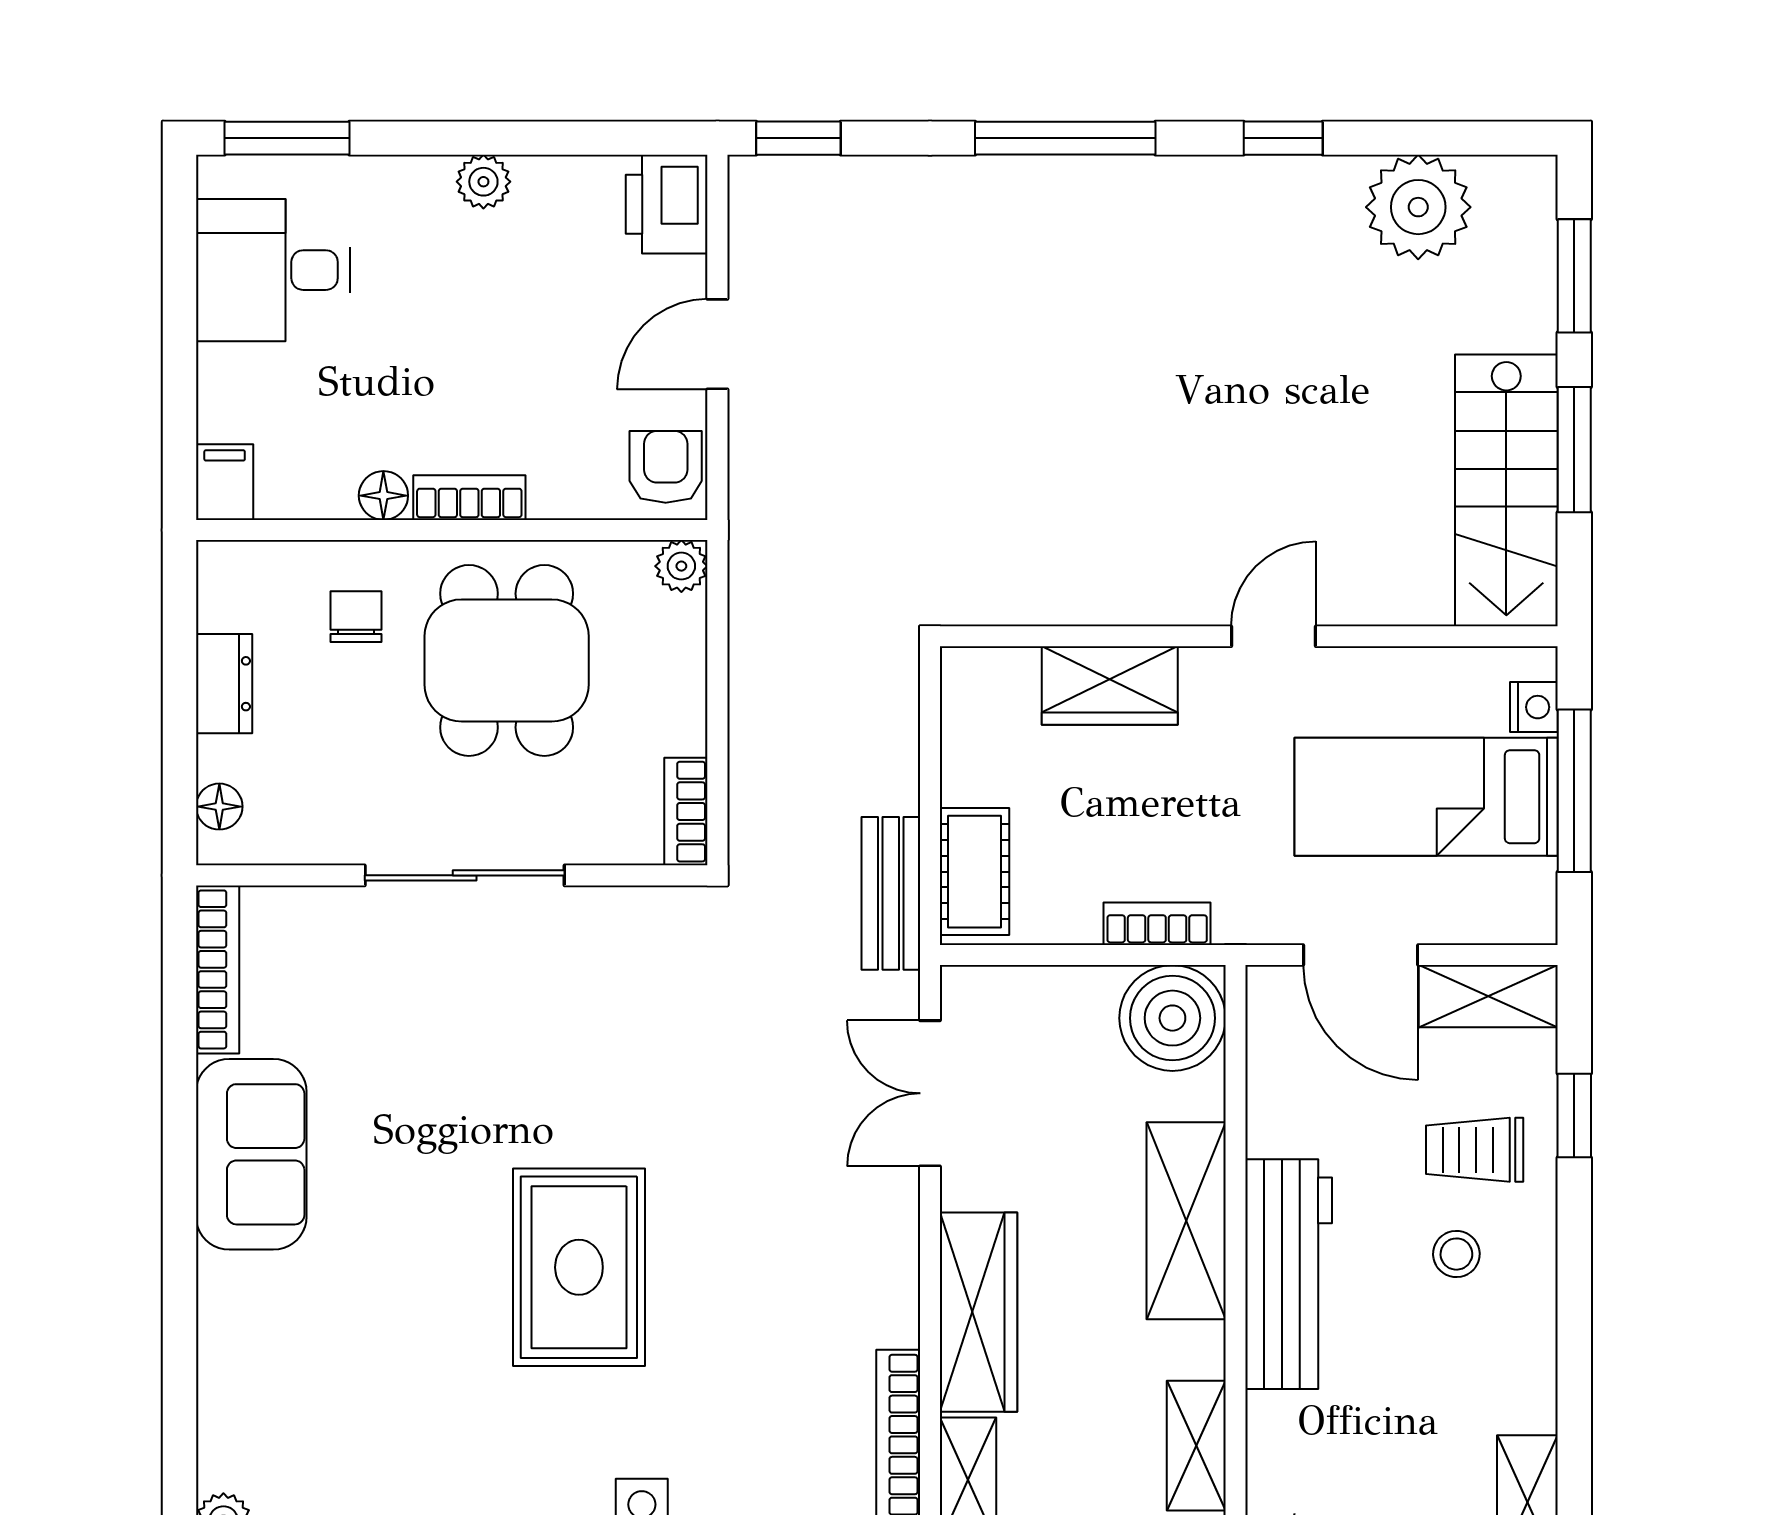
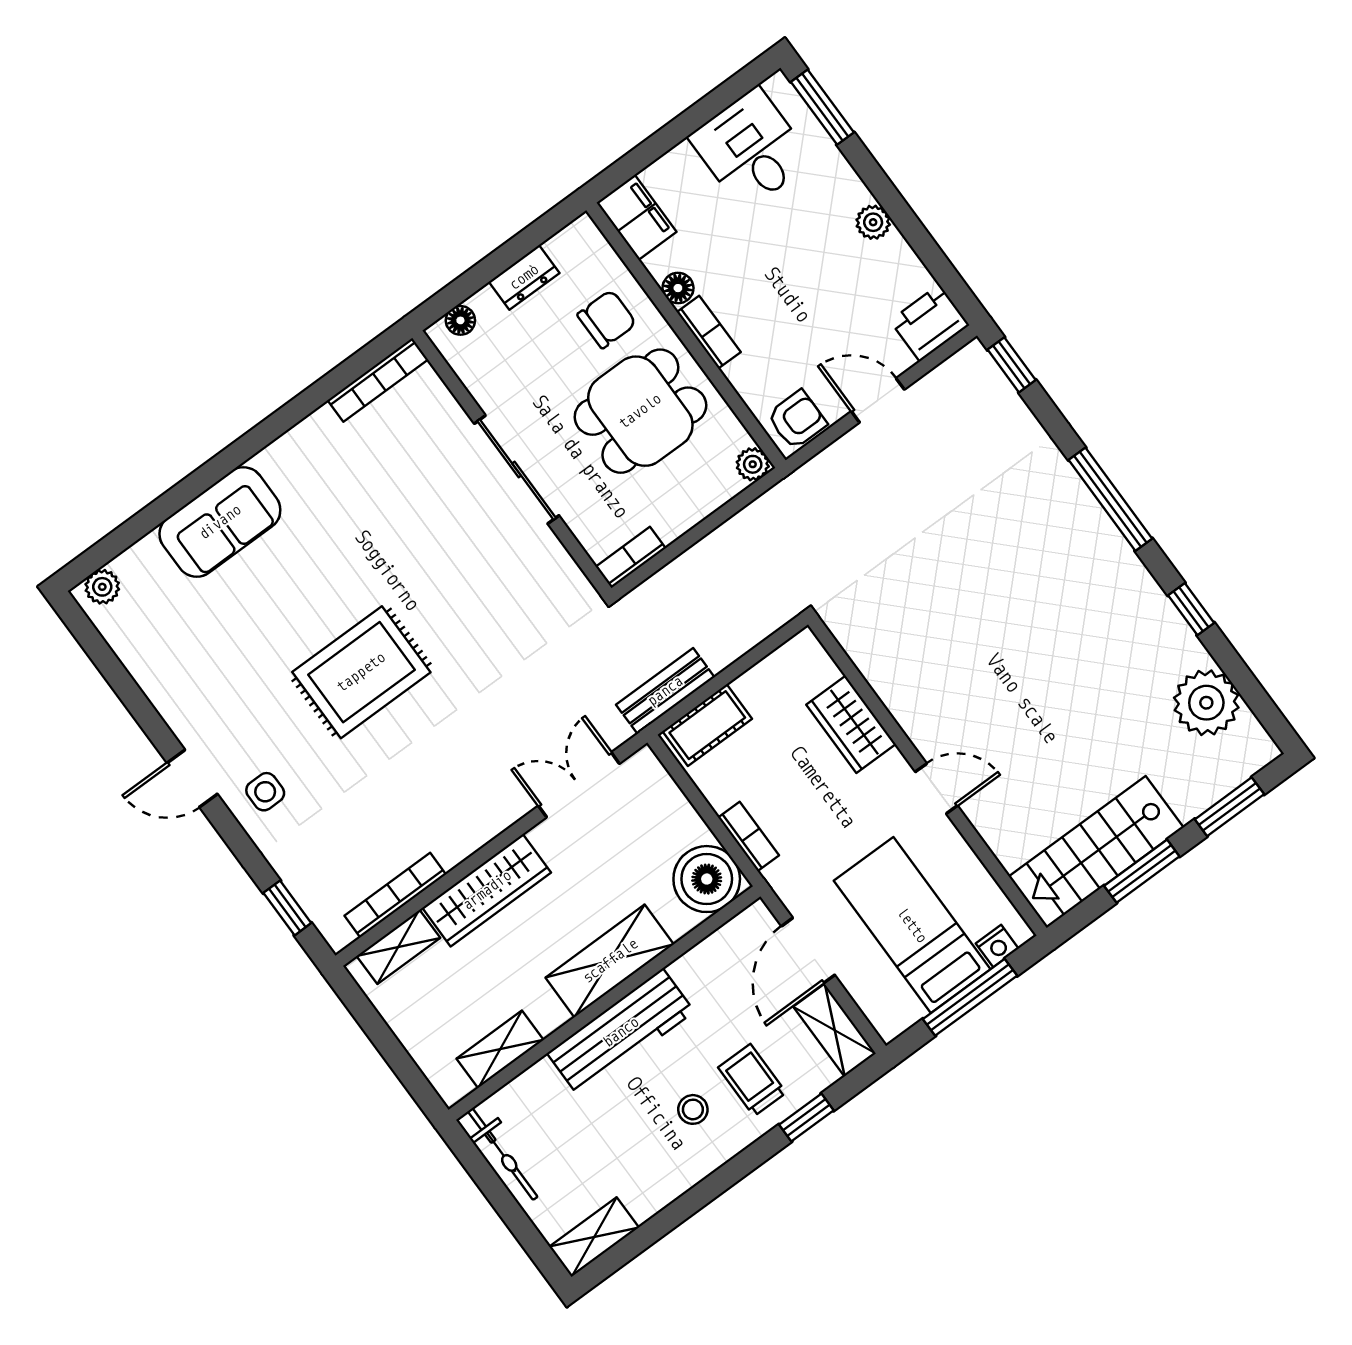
filing cabinet: (225, 482) -> (636, 217), width x2.00
chair: (356, 617) -> (607, 319), width x1.37, depth x1.37
sofa: (251, 1154) -> (220, 522), moved

